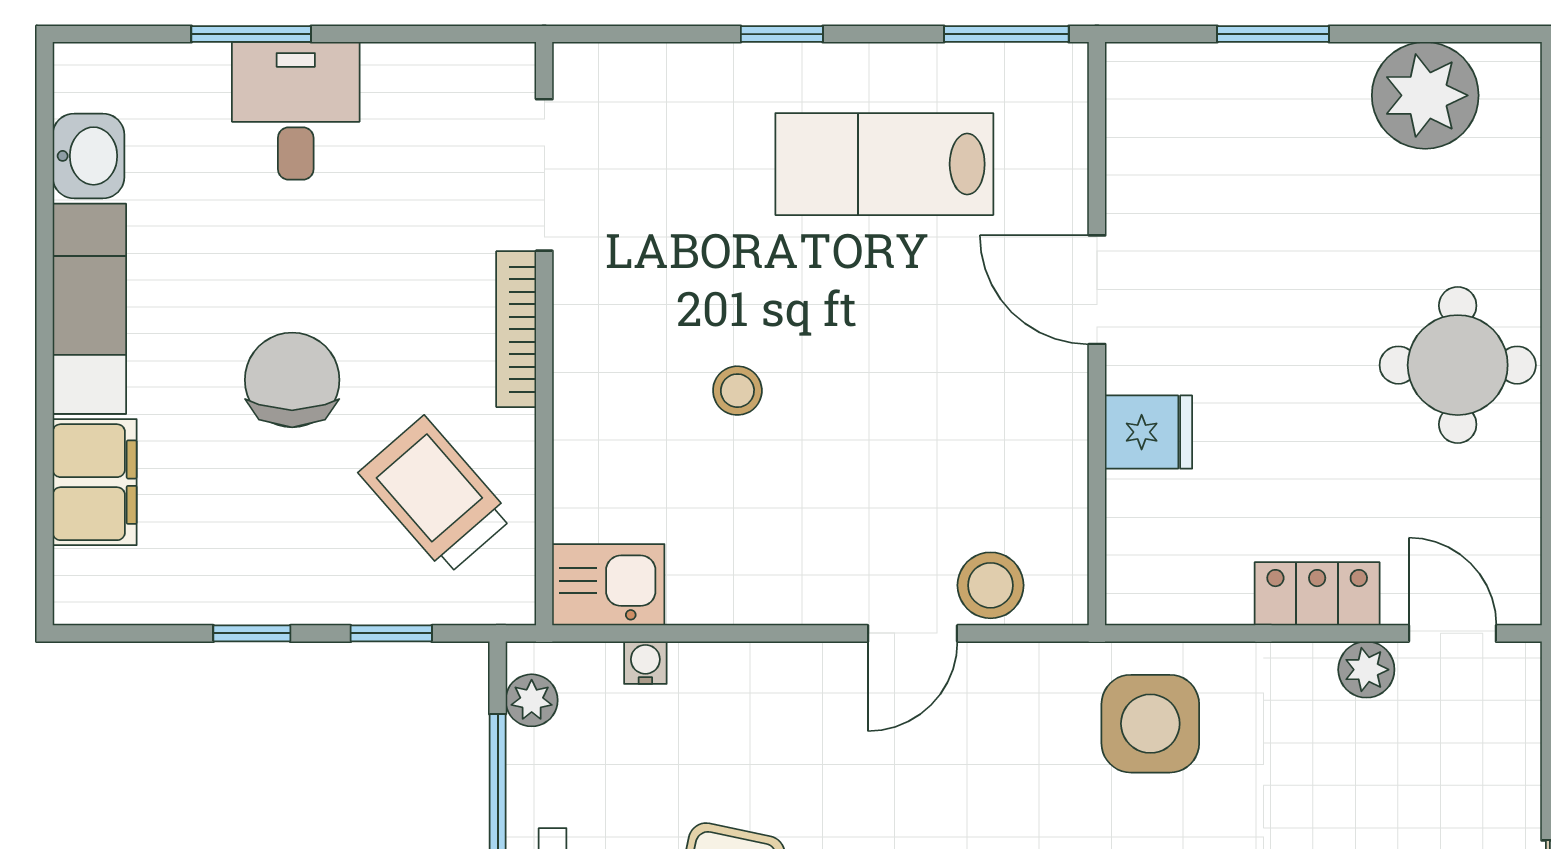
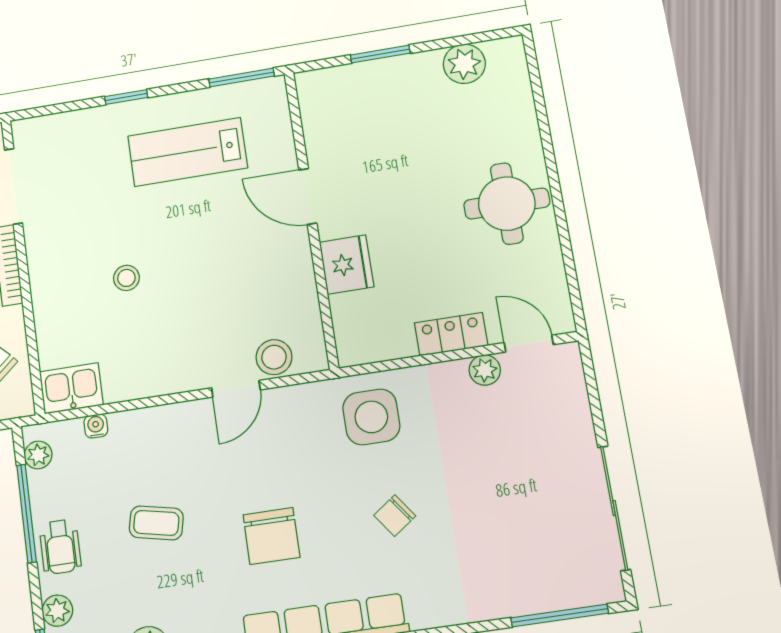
plant: (1425, 95) -> (464, 64), width x0.73, depth x0.73
fridge: (1149, 432) -> (347, 264), width x1.38

